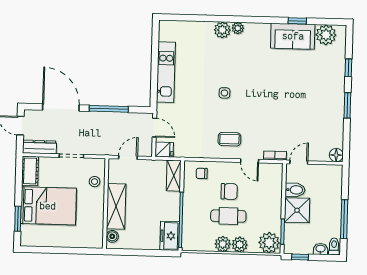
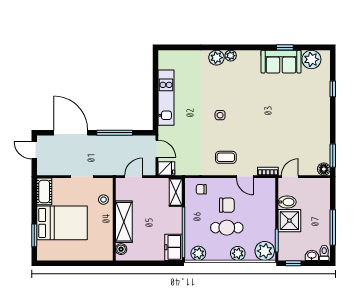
window: (347, 105) -> (333, 156), moved
dresser: (39, 147) -> (52, 169), removed
plant: (223, 244) -> (198, 253), moved

